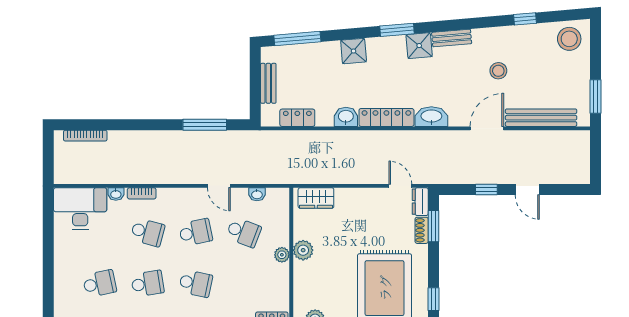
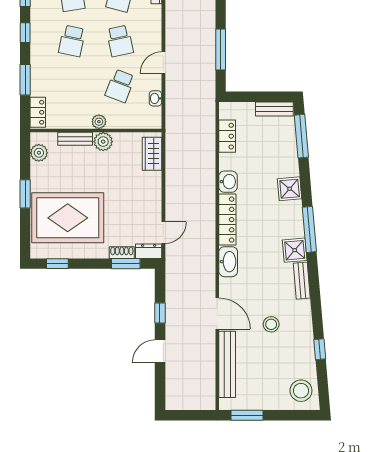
window: (397, 30) -> (309, 229), width x1.44
bench: (268, 83) -> (274, 109), moved
bench: (300, 280) -> (75, 139), added

